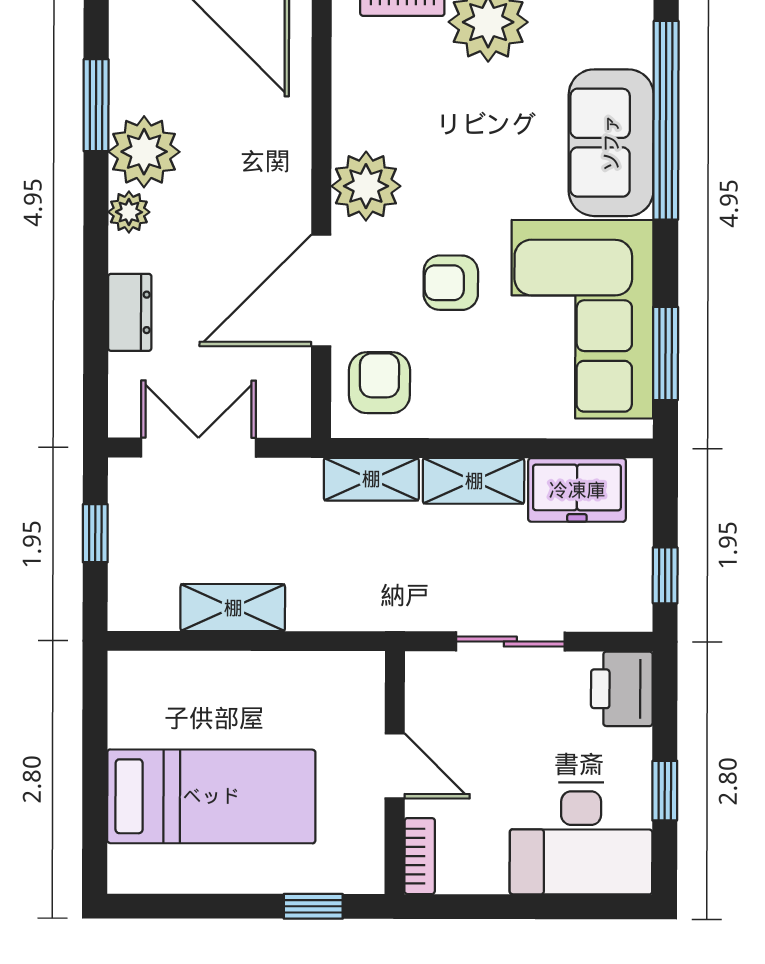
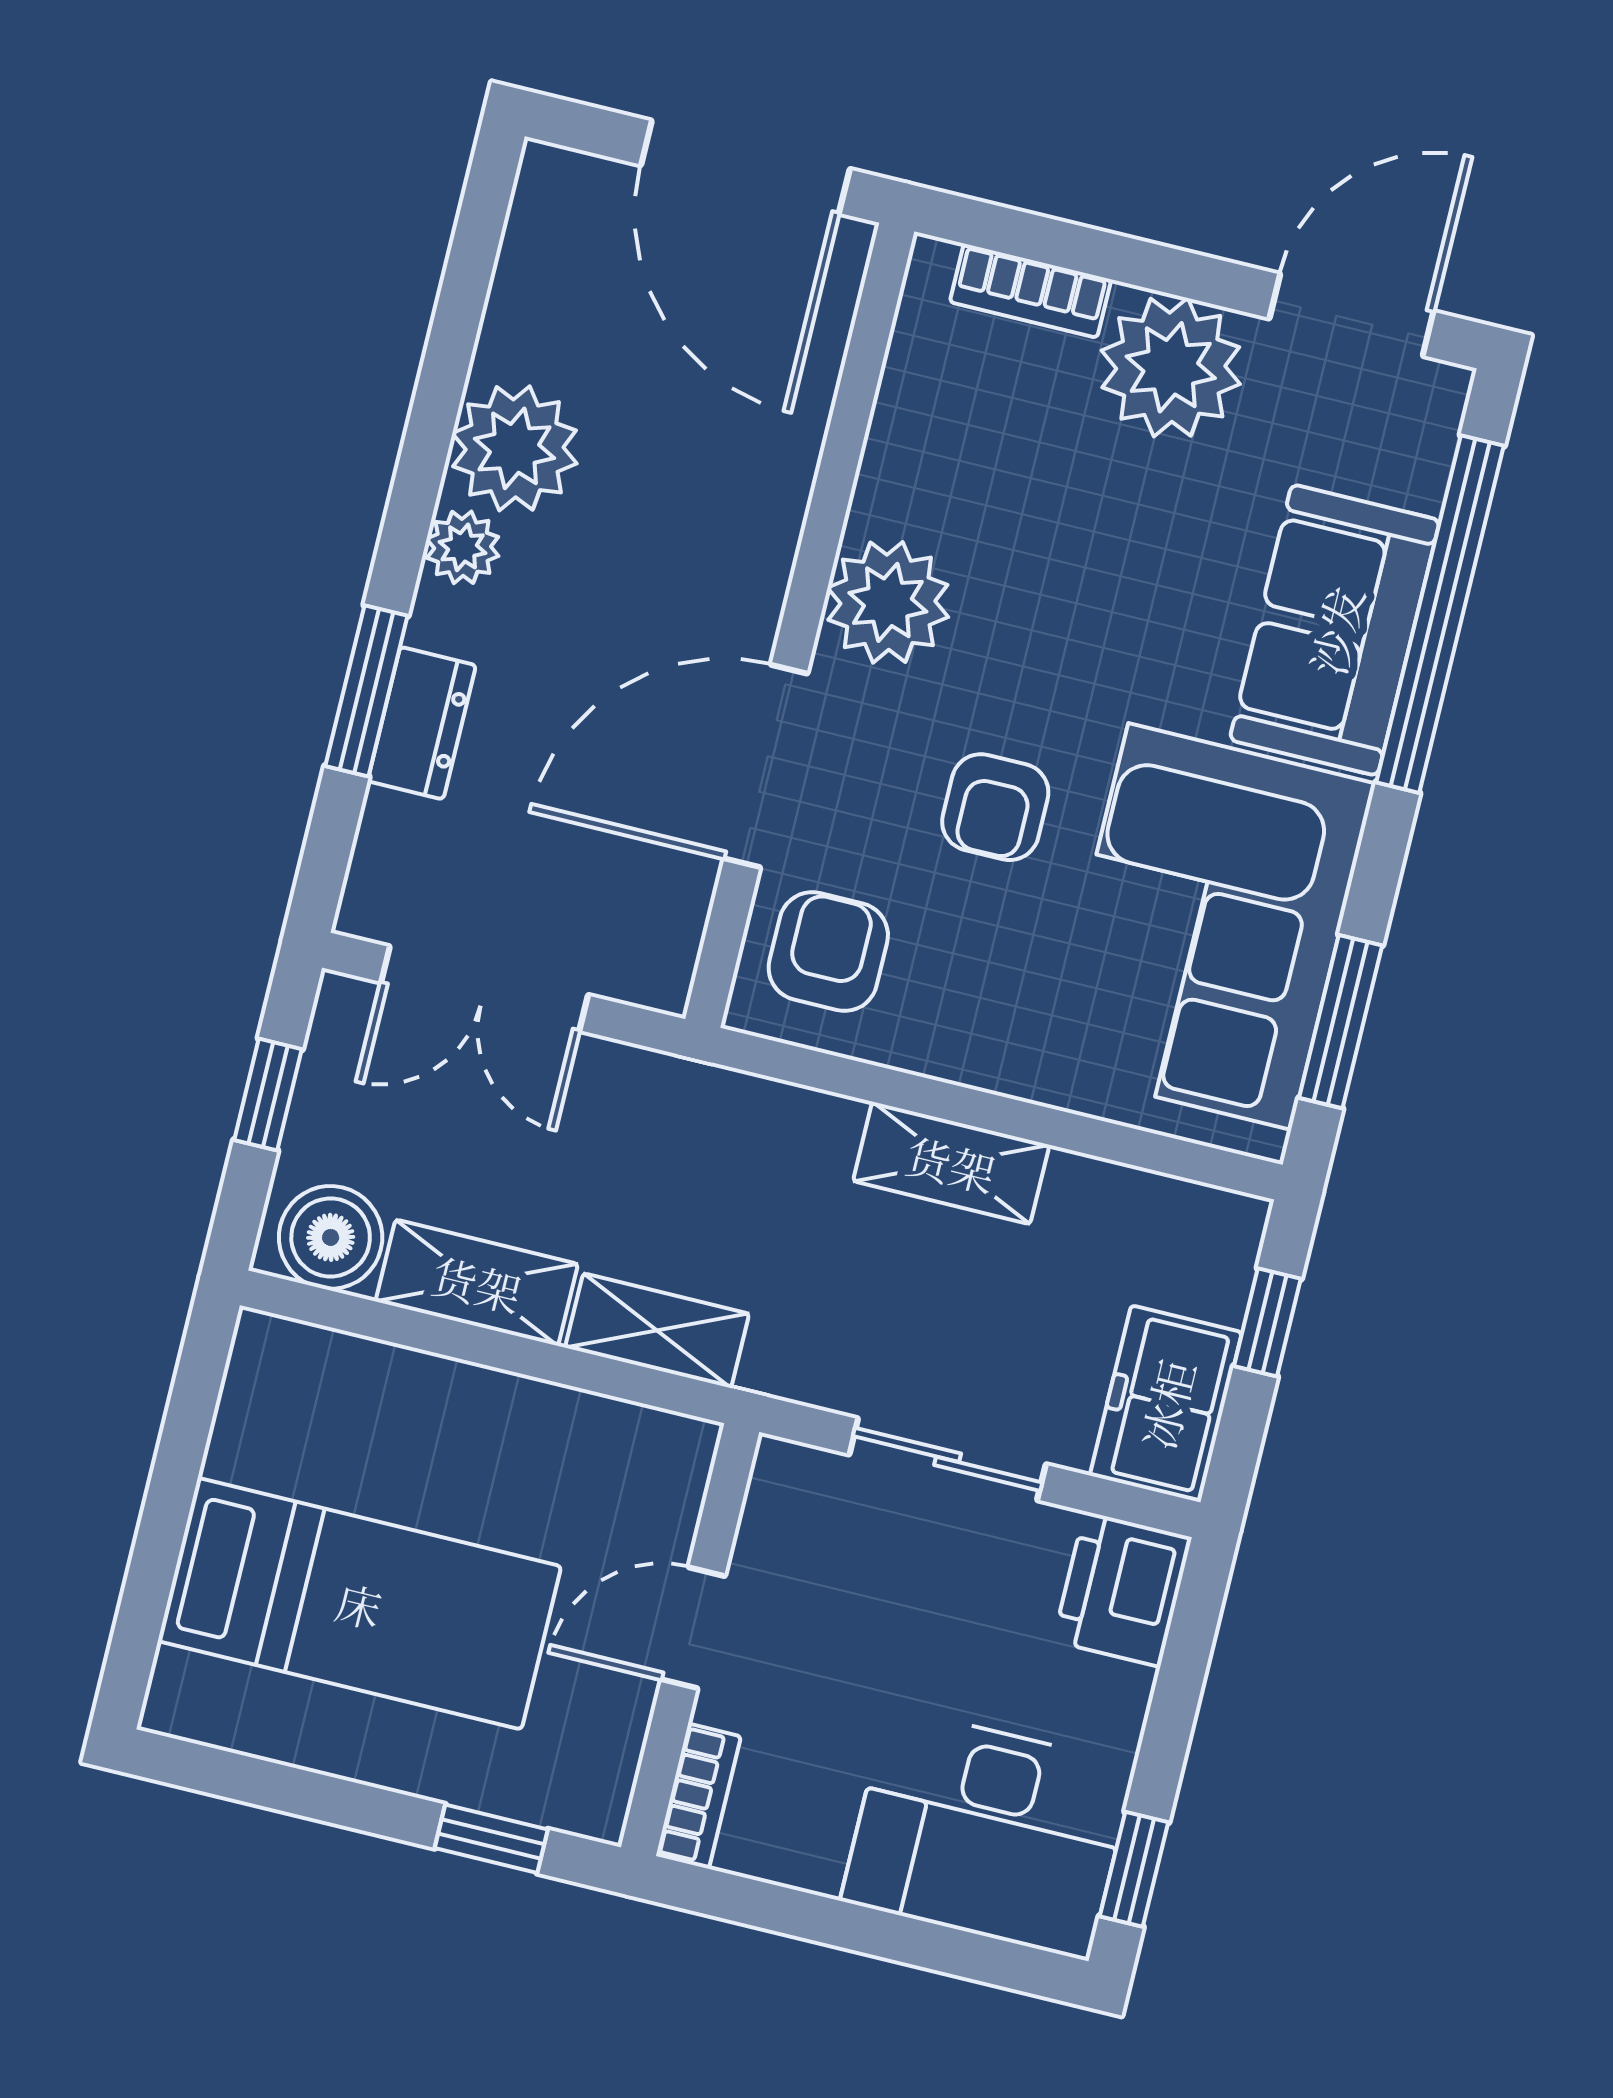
window: (96, 105) -> (366, 691), moved
armchair: (451, 283) -> (995, 807), turned -90
double door: (198, 448) -> (484, 989), swing flipped
shelving: (371, 479) -> (657, 1331), moved
freezer: (577, 490) -> (1166, 1404), moved, turned 90
window: (665, 575) -> (1267, 1322), moved
boiler: (148, 602) -> (331, 1237), added
door: (395, 766) -> (693, 1628), swing flipped
window: (665, 791) -> (1134, 1869), moved

